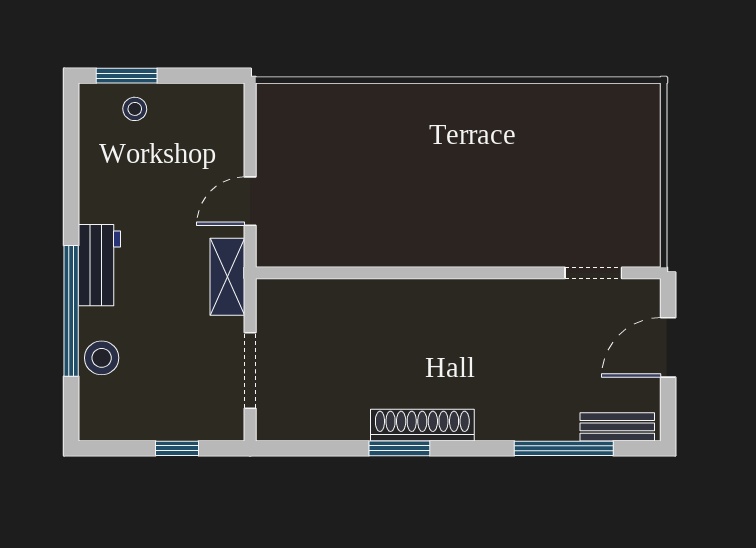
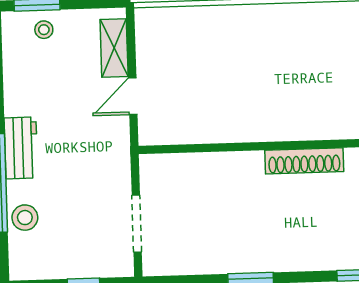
shelving: (227, 277) -> (114, 48), moved
shoe rack: (422, 425) -> (304, 161), moved, turned 180

